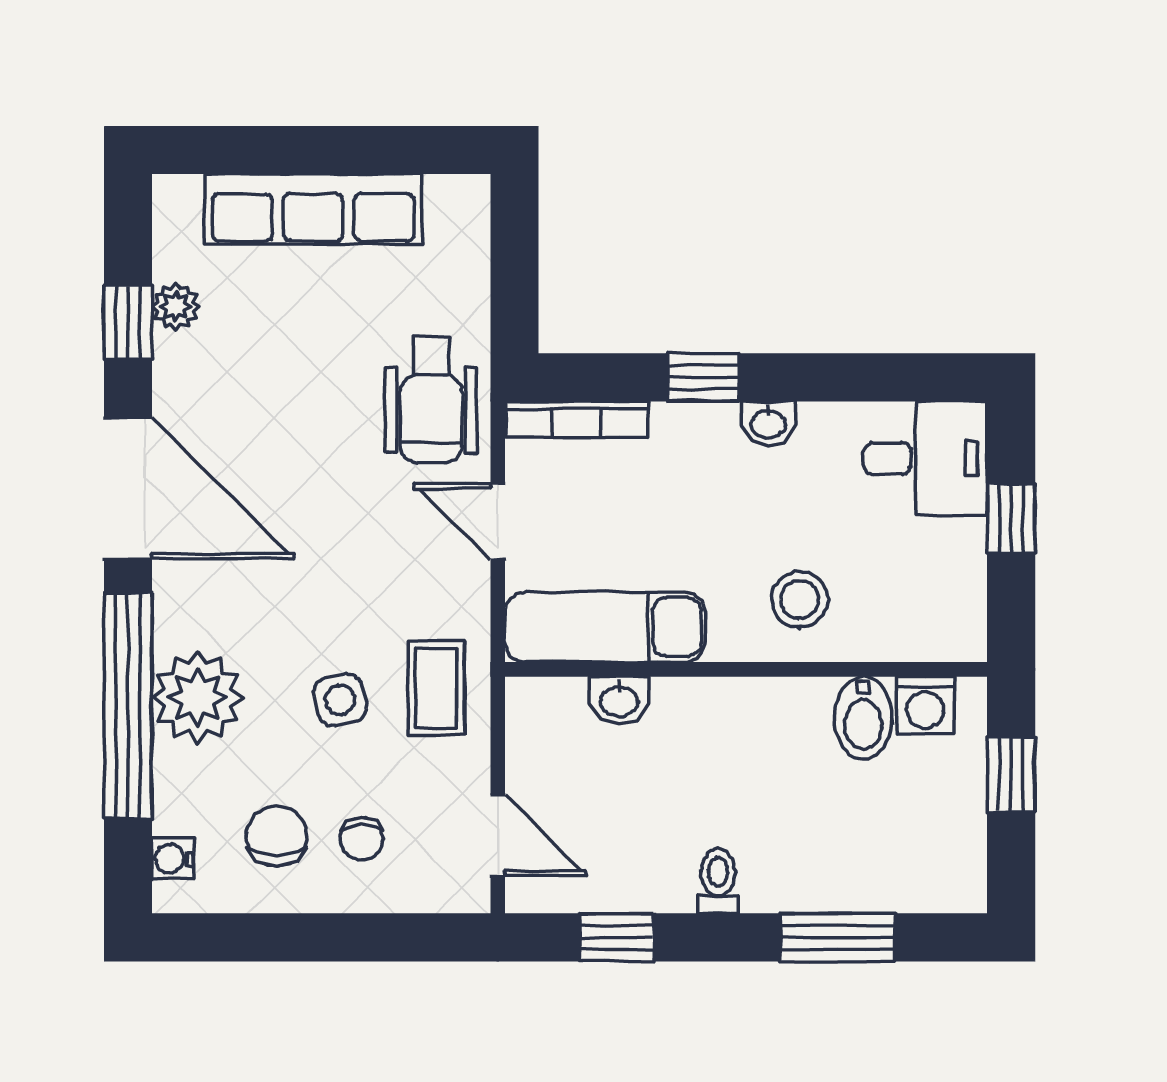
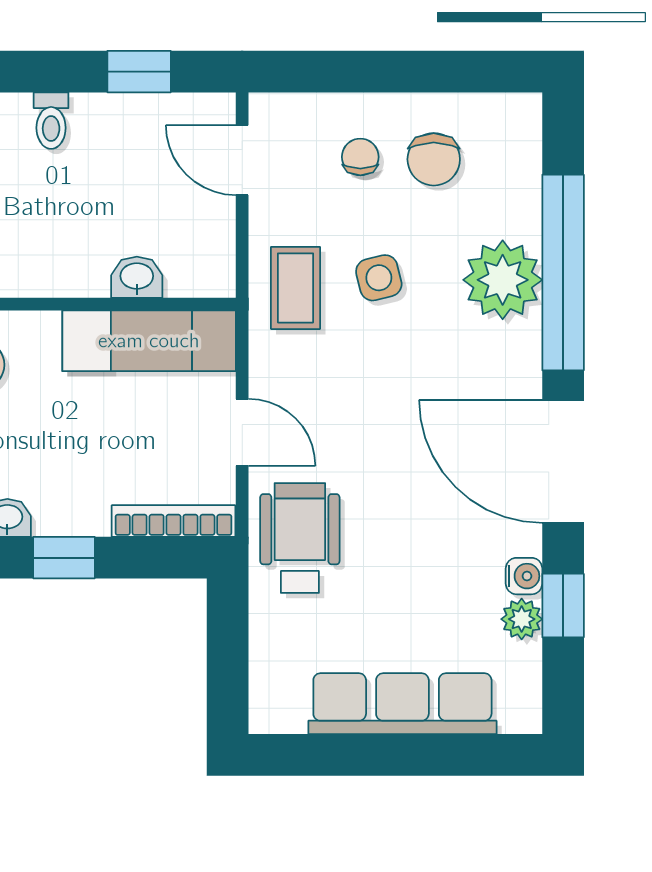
water cooler: (173, 859) -> (524, 576), moved

